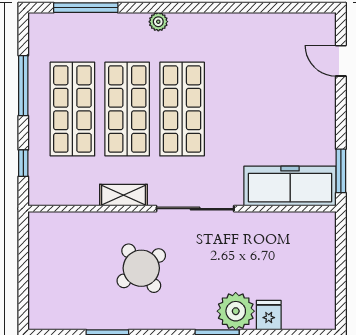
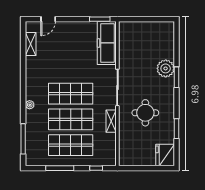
shelving: (288, 23) -> (31, 44), added
round table: (141, 268) -> (145, 113), turned 36
fridge: (269, 315) -> (165, 155), moved, width x1.88, depth x1.34

